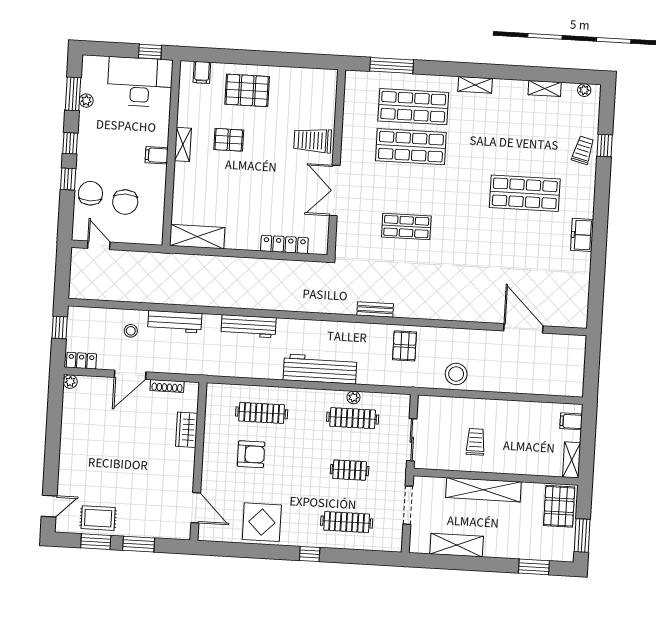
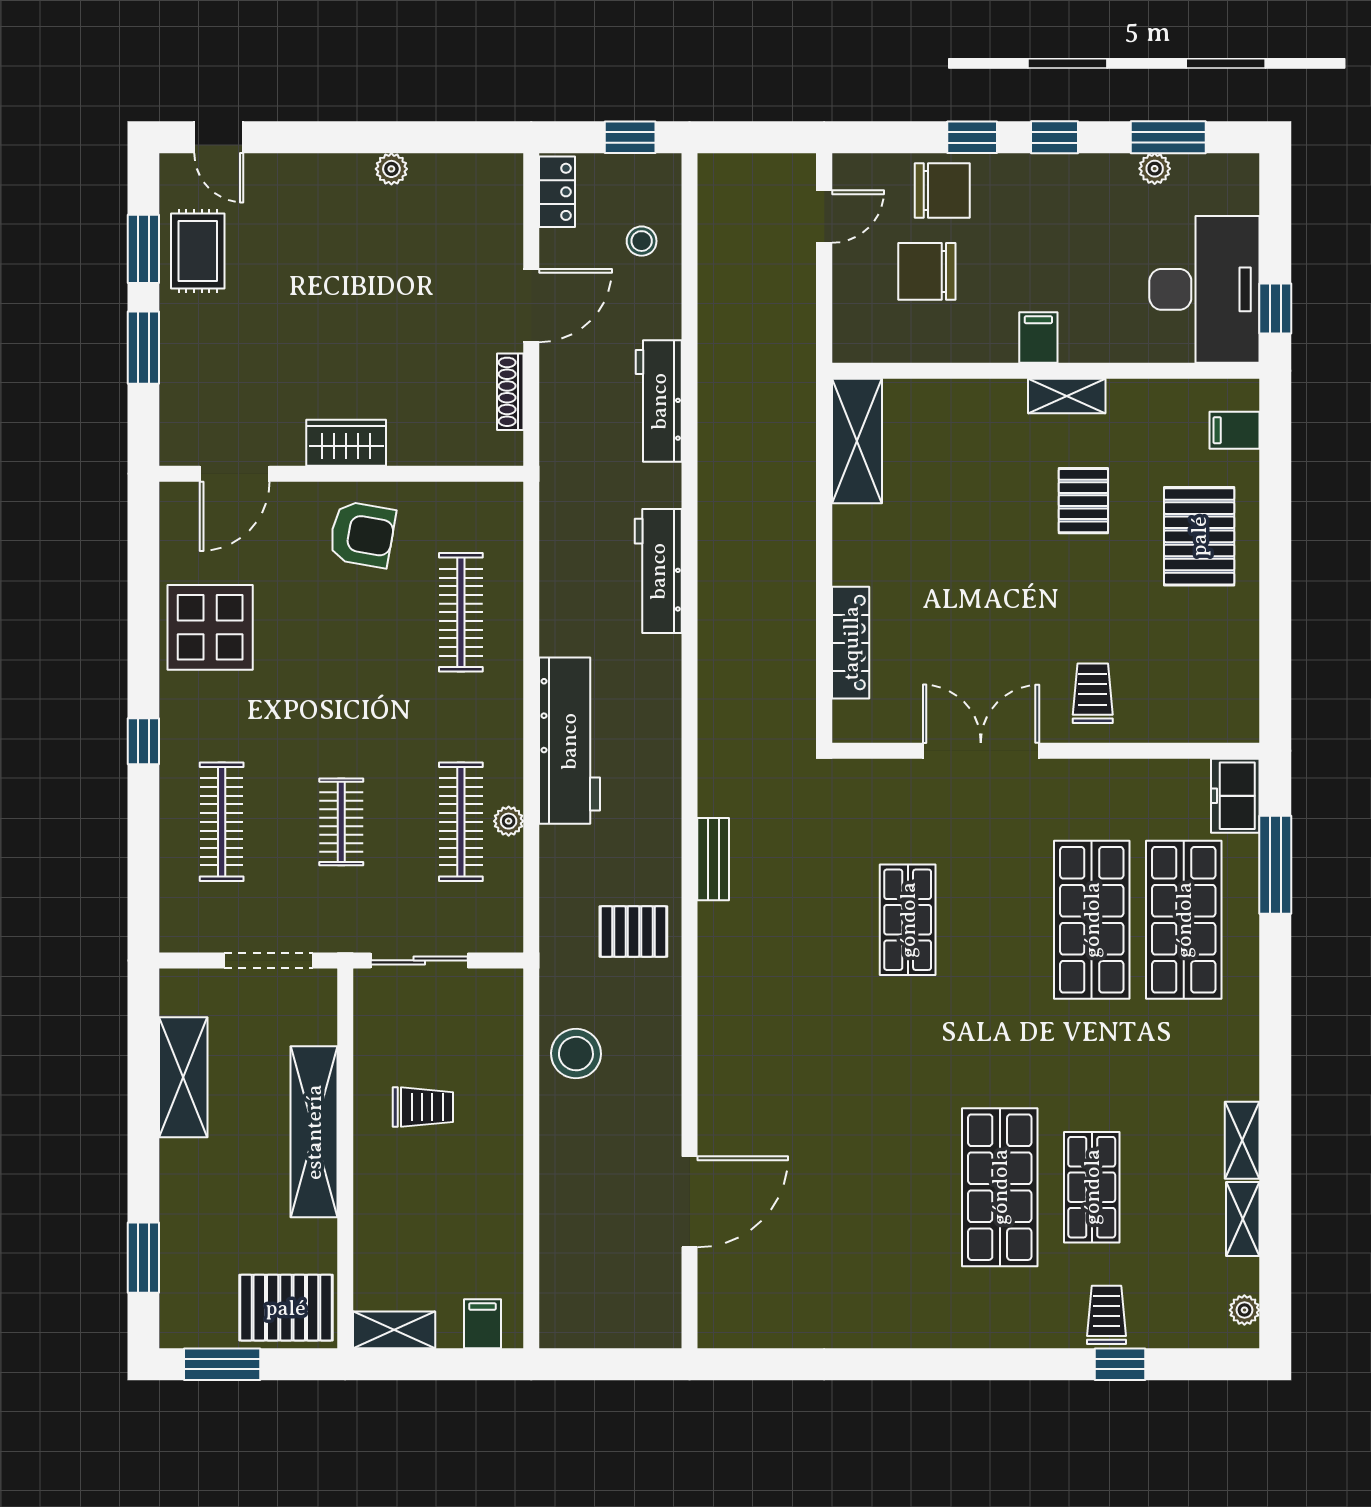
shelving: (475, 85) -> (1242, 1140), moved
trolley: (313, 141) -> (1093, 693), width x0.73, depth x0.72
trolley: (583, 150) -> (1106, 1315), turned -104
shop shelf: (527, 153) -> (1092, 1187), added
freezer: (582, 235) -> (1235, 796), moved, turned -90
stool: (131, 331) -> (642, 241), moved
door: (130, 375) -> (531, 306), swing flipped
plant: (70, 382) -> (391, 169), moved
wardrobe: (187, 430) -> (346, 443), moved
armchair: (251, 454) -> (362, 534), moved, turned -80

